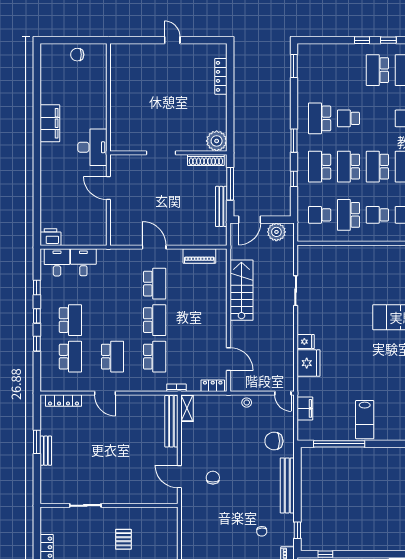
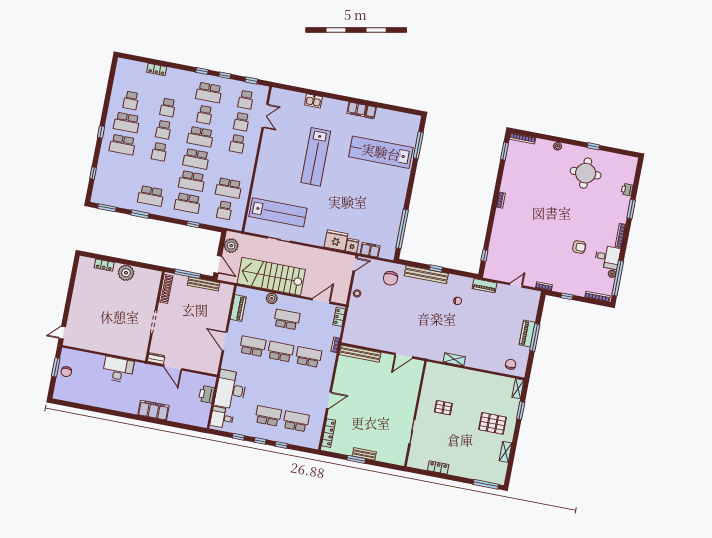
window: (80, 40) -> (56, 367), added
door: (172, 40) -> (62, 333), moved
window: (362, 40) -> (93, 173), moved
locker: (221, 76) -> (104, 265), width x0.66
school desk: (348, 118) -> (159, 152), moved
filing cabinet: (50, 123) -> (153, 410), moved
plant: (217, 141) -> (126, 273), moved
window: (294, 141) -> (140, 214), moved
desk: (92, 147) -> (118, 370), moved
dresser: (116, 165) -> (156, 358), added
door: (108, 188) -> (173, 367), hinge flipped
school desk: (377, 215) -> (233, 166), removed
printer: (51, 237) -> (207, 394), moved
door: (154, 247) -> (225, 341), hinge flipped
desk: (83, 262) -> (231, 390), width x1.87, depth x1.30
stairs: (241, 290) -> (271, 276), width x1.36, depth x1.51
plant: (220, 296) -> (272, 298), added
fridge: (306, 342) -> (352, 246), moved
school desk: (113, 357) -> (287, 319), moved
shelving: (187, 408) -> (454, 359), moved
lab bench: (365, 420) -> (278, 212), moved, width x1.86, depth x1.39
chair: (213, 478) -> (409, 330), removed
window: (297, 530) -> (436, 268), moved

